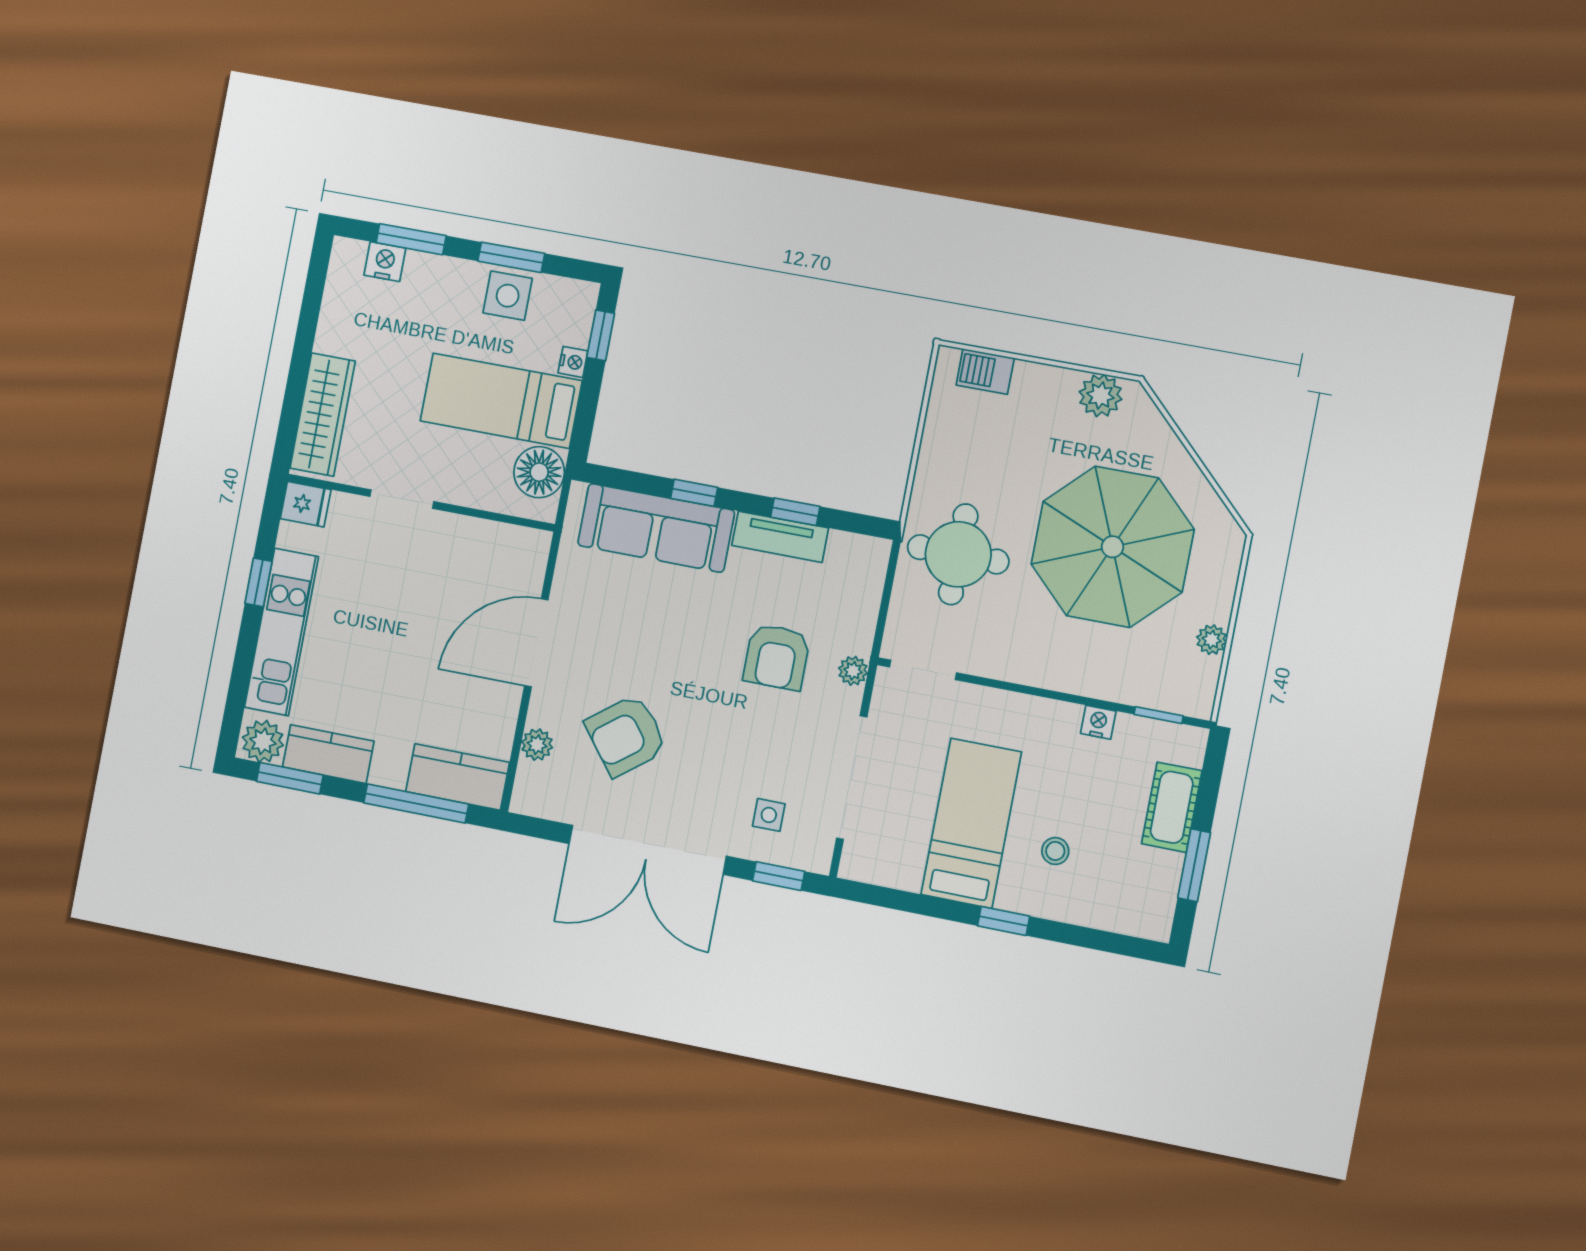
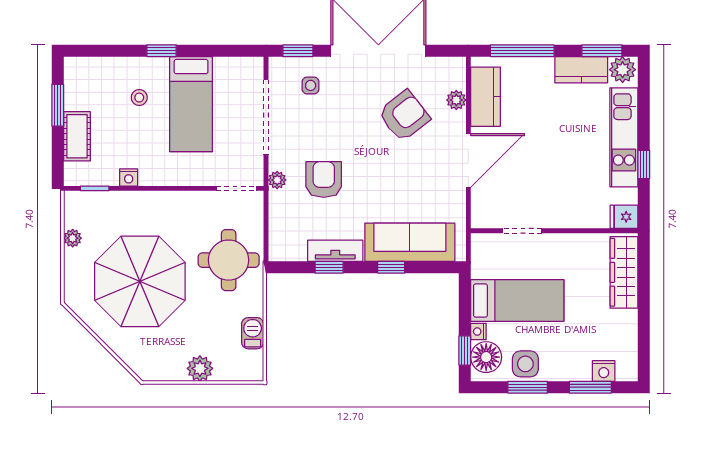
barbecue: (985, 372) -> (253, 333), moved, turned -90
plant: (1100, 396) -> (200, 368), moved
floor lamp: (539, 472) -> (486, 357), moved
doorway: (402, 499) -> (522, 231), moved
kitchen counter: (458, 777) -> (486, 97), moved, turned -90

